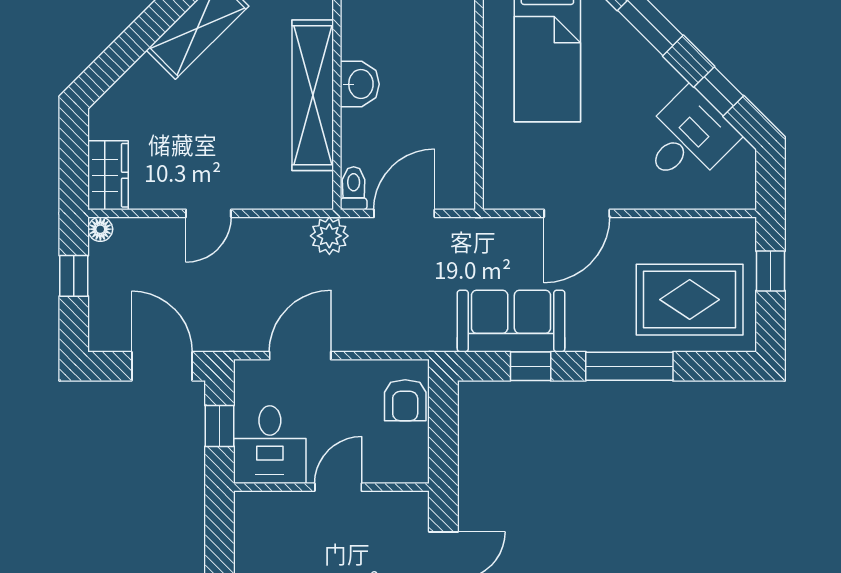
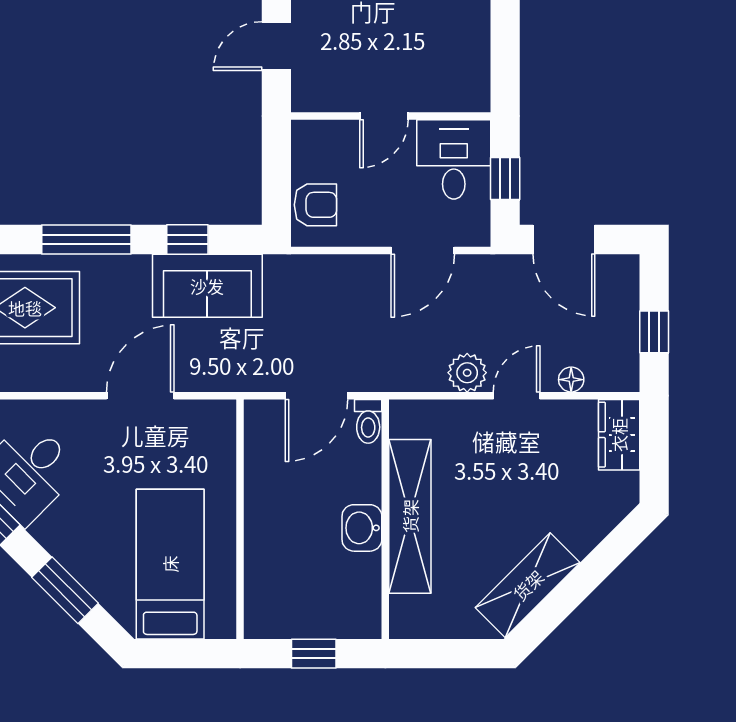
floor lamp: (100, 229) -> (571, 380), moved
plant: (329, 236) -> (467, 373), moved
armchair: (405, 400) -> (315, 205), turned 90

